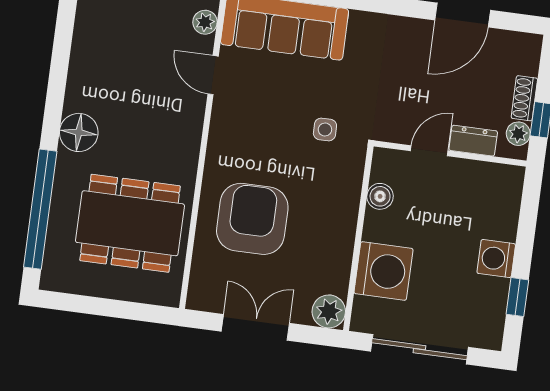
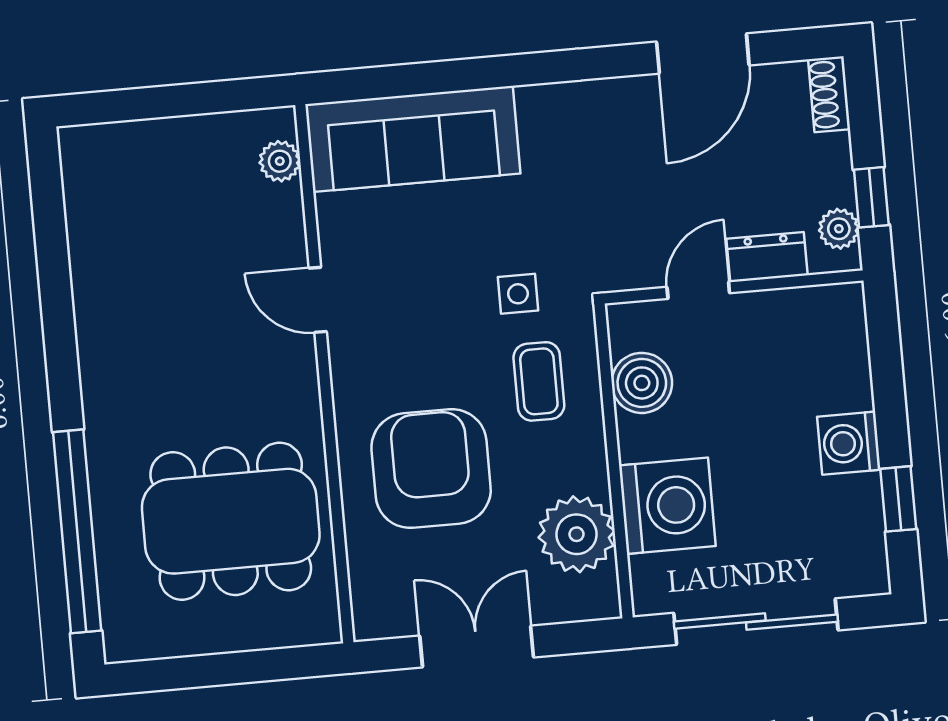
door: (213, 75) -> (318, 300), moved
shoe rack: (524, 98) -> (829, 94), moved
floor lamp: (79, 132) -> (112, 390), removed
coffee table: (326, 183) -> (539, 381), added
boiler: (380, 196) -> (642, 383), width x1.36, depth x1.36
plant: (329, 311) -> (577, 534), moved, width x1.36, depth x1.36

